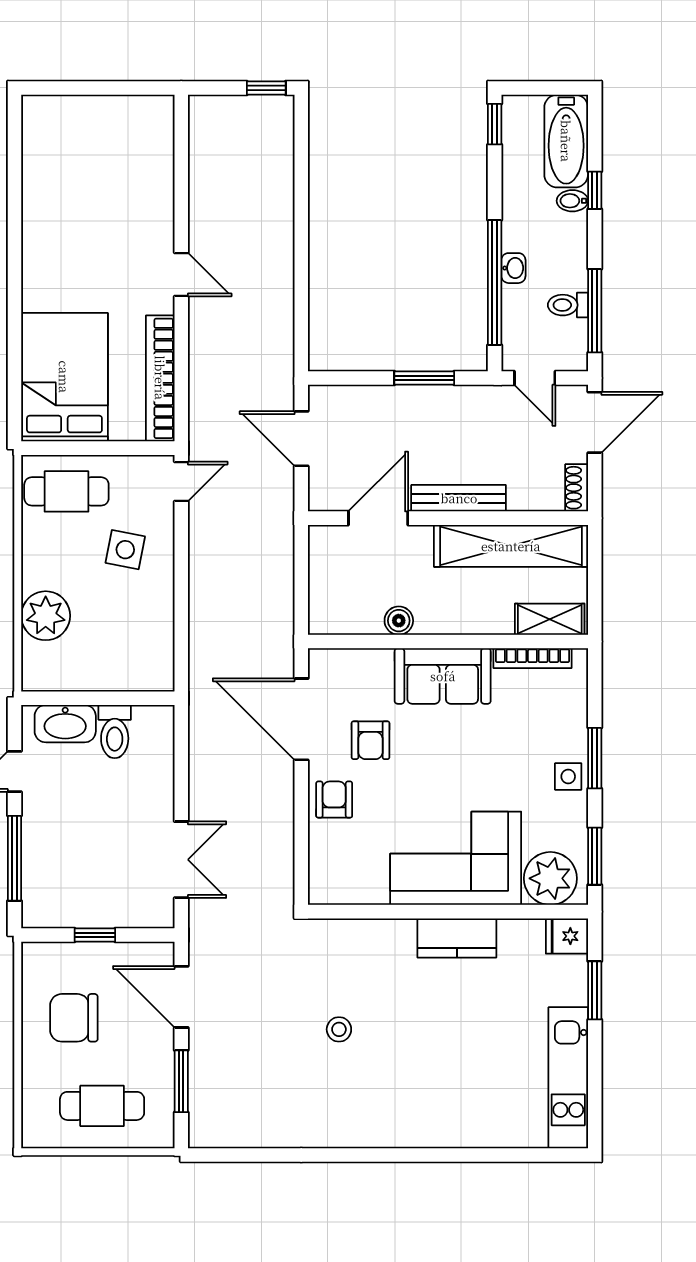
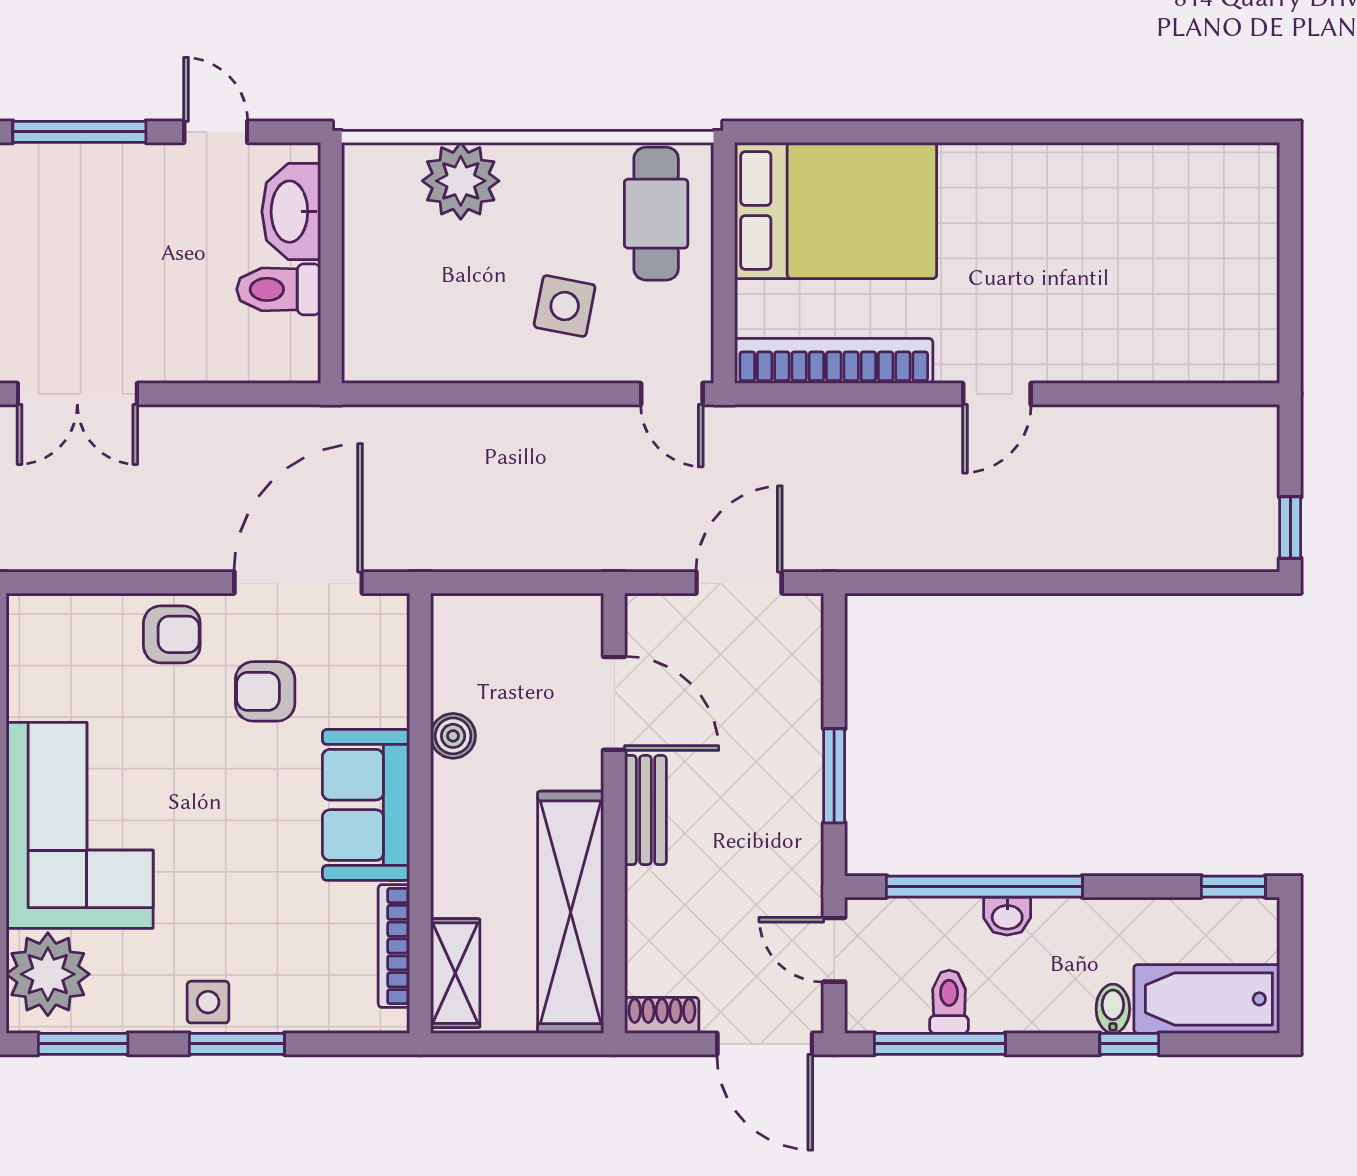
door: (535, 378) -> (834, 950), hinge flipped
bench: (459, 498) -> (645, 810), width x0.73

